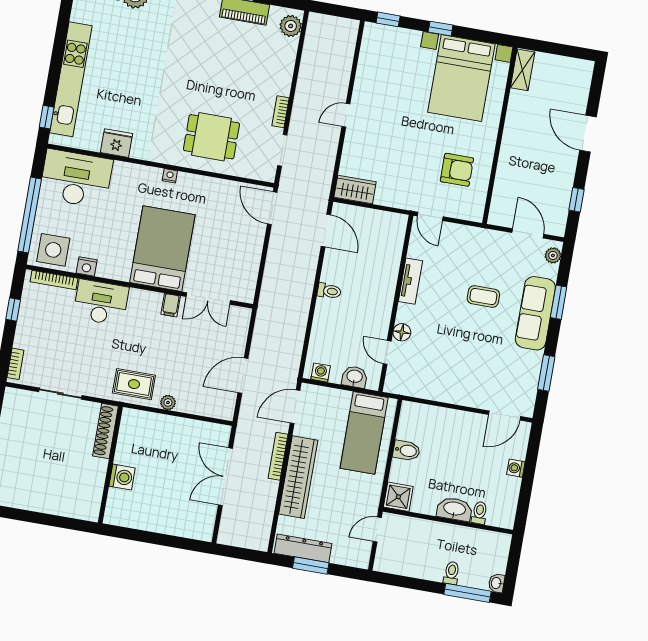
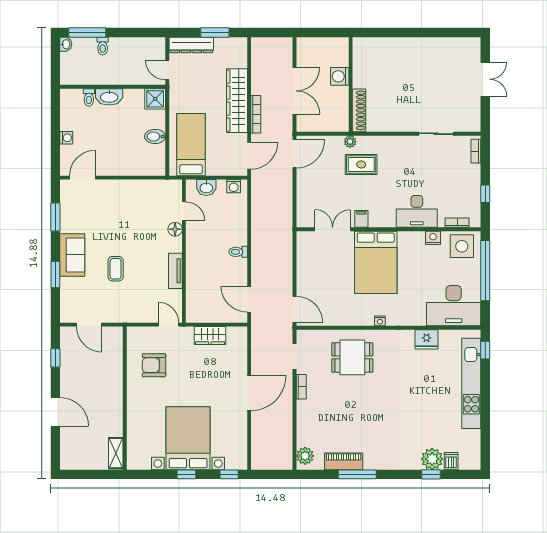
bed with nightstands: (461, 78) -> (188, 438), moved
door: (346, 115) -> (249, 393), width x1.87
wardrobe: (355, 190) -> (210, 336), moved
plant: (553, 255) -> (66, 311), removed
bookcase: (54, 280) -> (457, 223), width x0.64
coffee table: (483, 296) -> (116, 269), turned 90
sofa: (535, 313) -> (72, 255), width x0.73
door: (243, 376) -> (295, 154), moved
rug: (134, 384) -> (361, 164), moved
shoe rack: (106, 431) -> (359, 110), moved
wall: (110, 465) -> (351, 84), moved
washing machine: (122, 477) -> (340, 76), moved
door: (377, 530) -> (167, 70), swing flipped
dresser: (303, 548) -> (191, 45), moved

